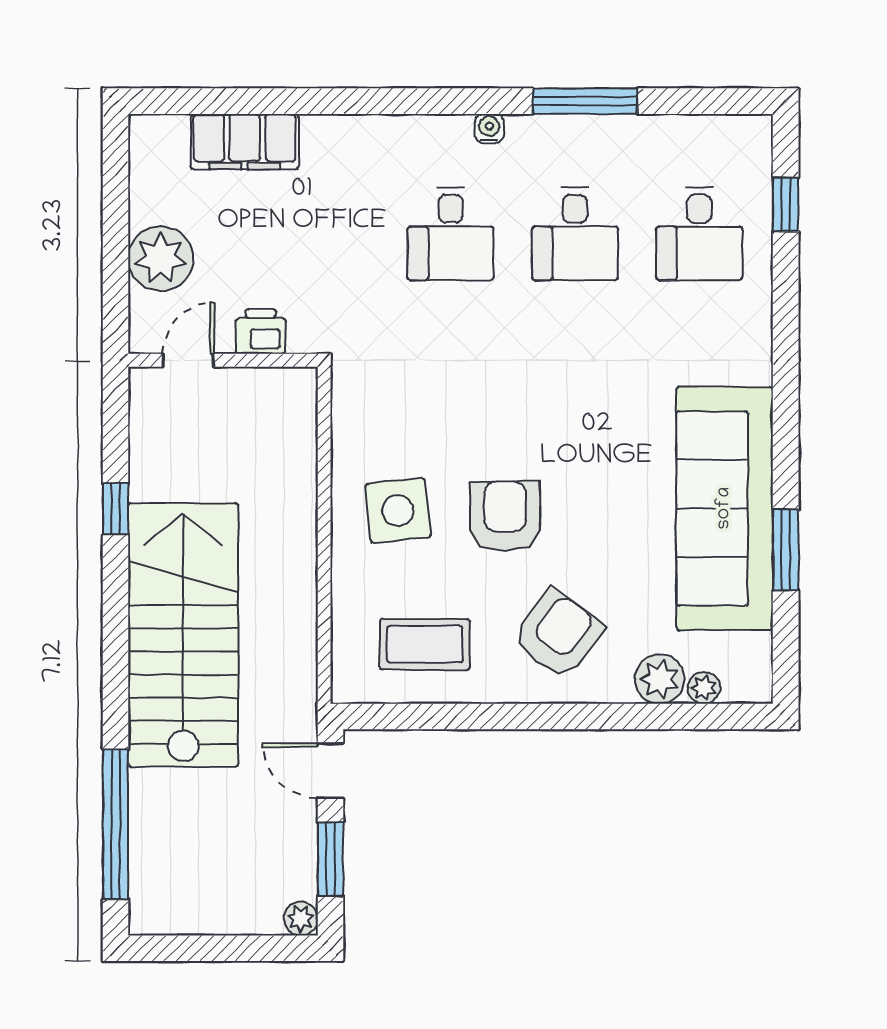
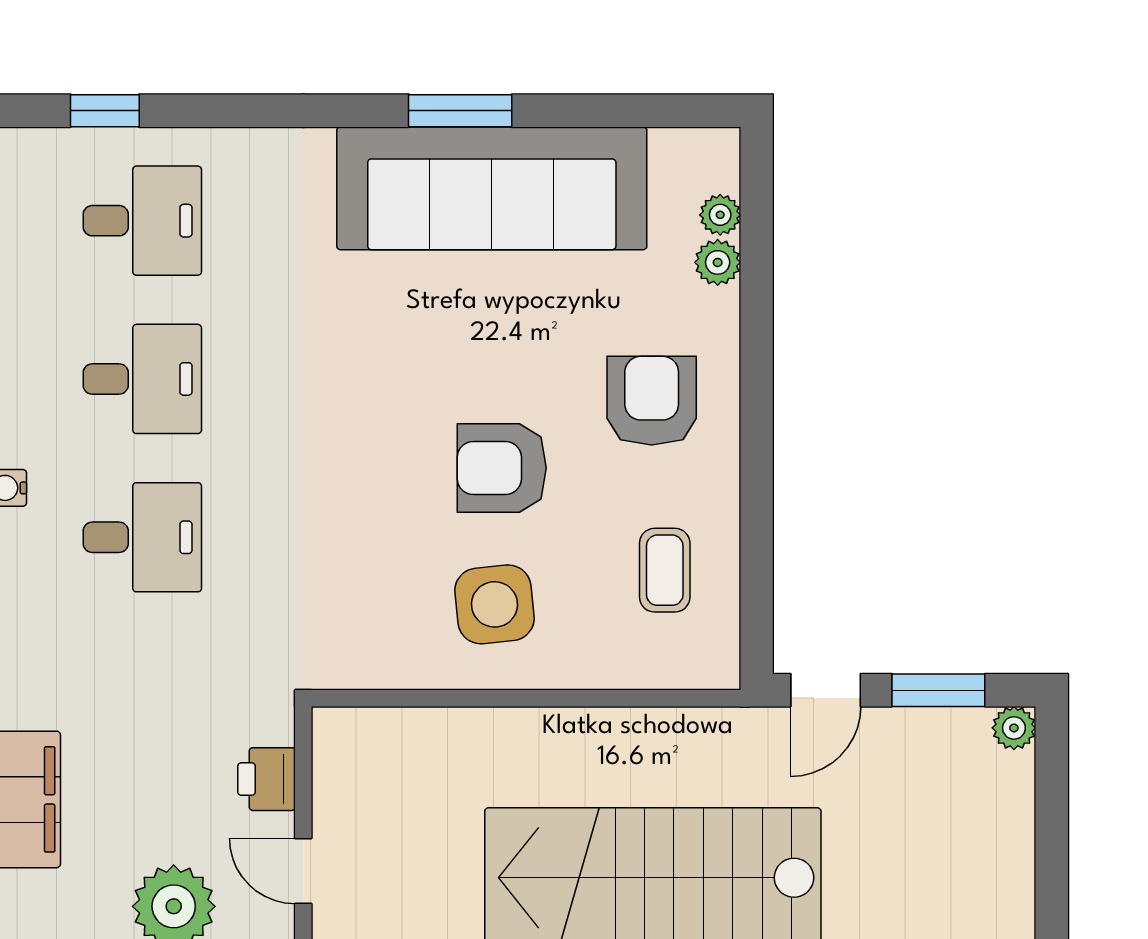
window: (786, 550) -> (460, 111), moved
armchair: (558, 634) -> (652, 401), turned 53
coffee table: (425, 644) -> (665, 570), width x0.73, depth x0.77
plant: (660, 679) -> (718, 262), width x0.73, depth x0.73

